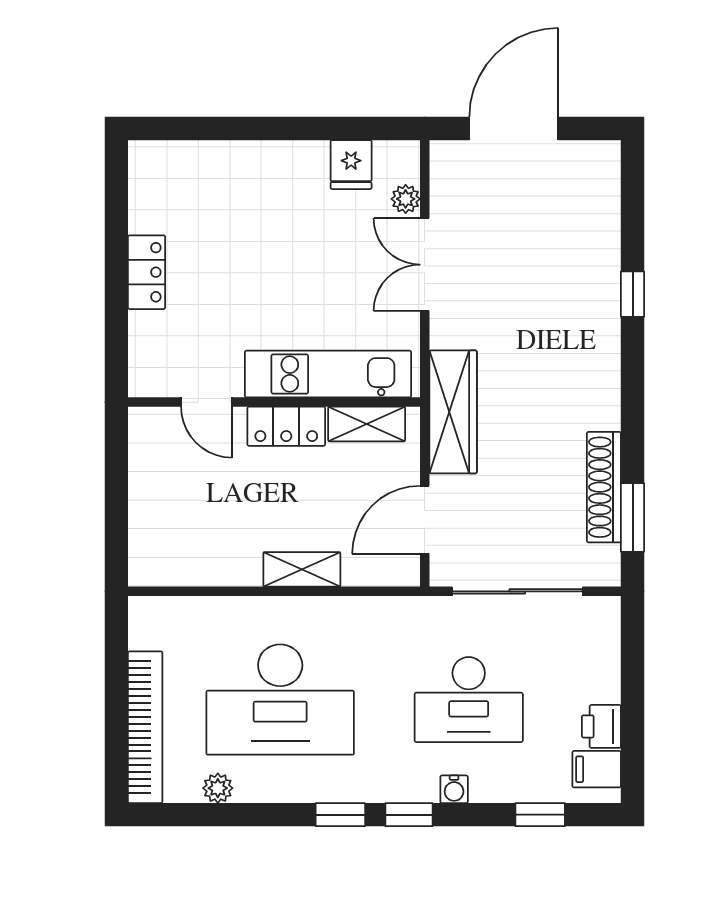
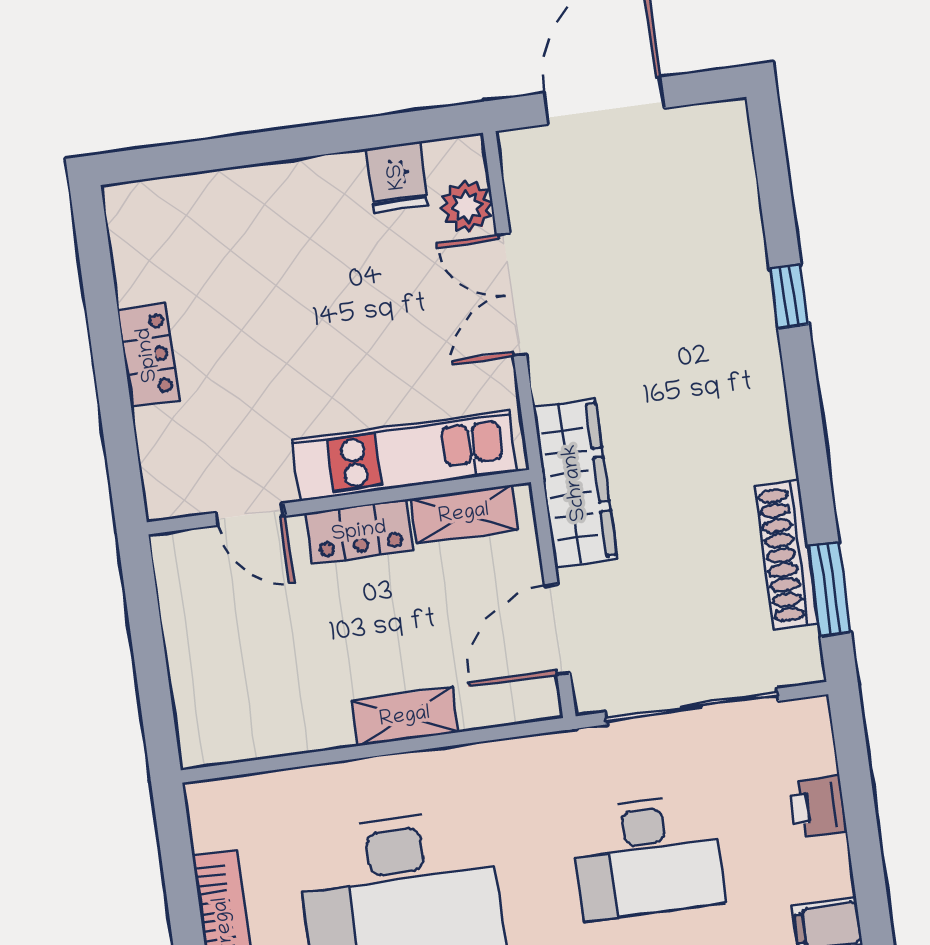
plant: (406, 199) -> (467, 206), width x1.38, depth x1.38
printer: (601, 726) -> (818, 807), moved

